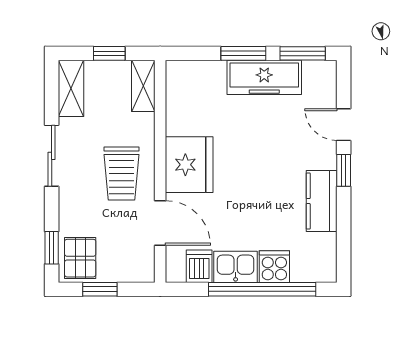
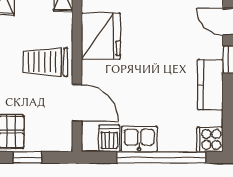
fridge: (189, 165) -> (101, 36), moved
trolley: (122, 174) -> (45, 62), turned 90
cooker: (274, 267) -> (210, 139), moved, turned -90

